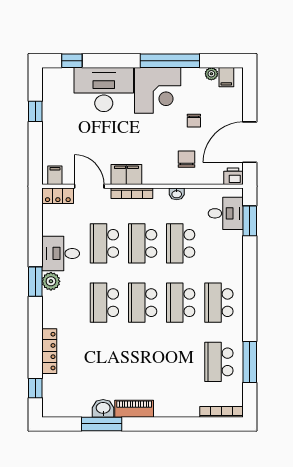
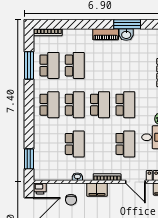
filing cabinet: (126, 174) -> (97, 190), moved
desk: (226, 213) -> (45, 164), removed
school desk: (143, 243) -> (75, 65), moved

